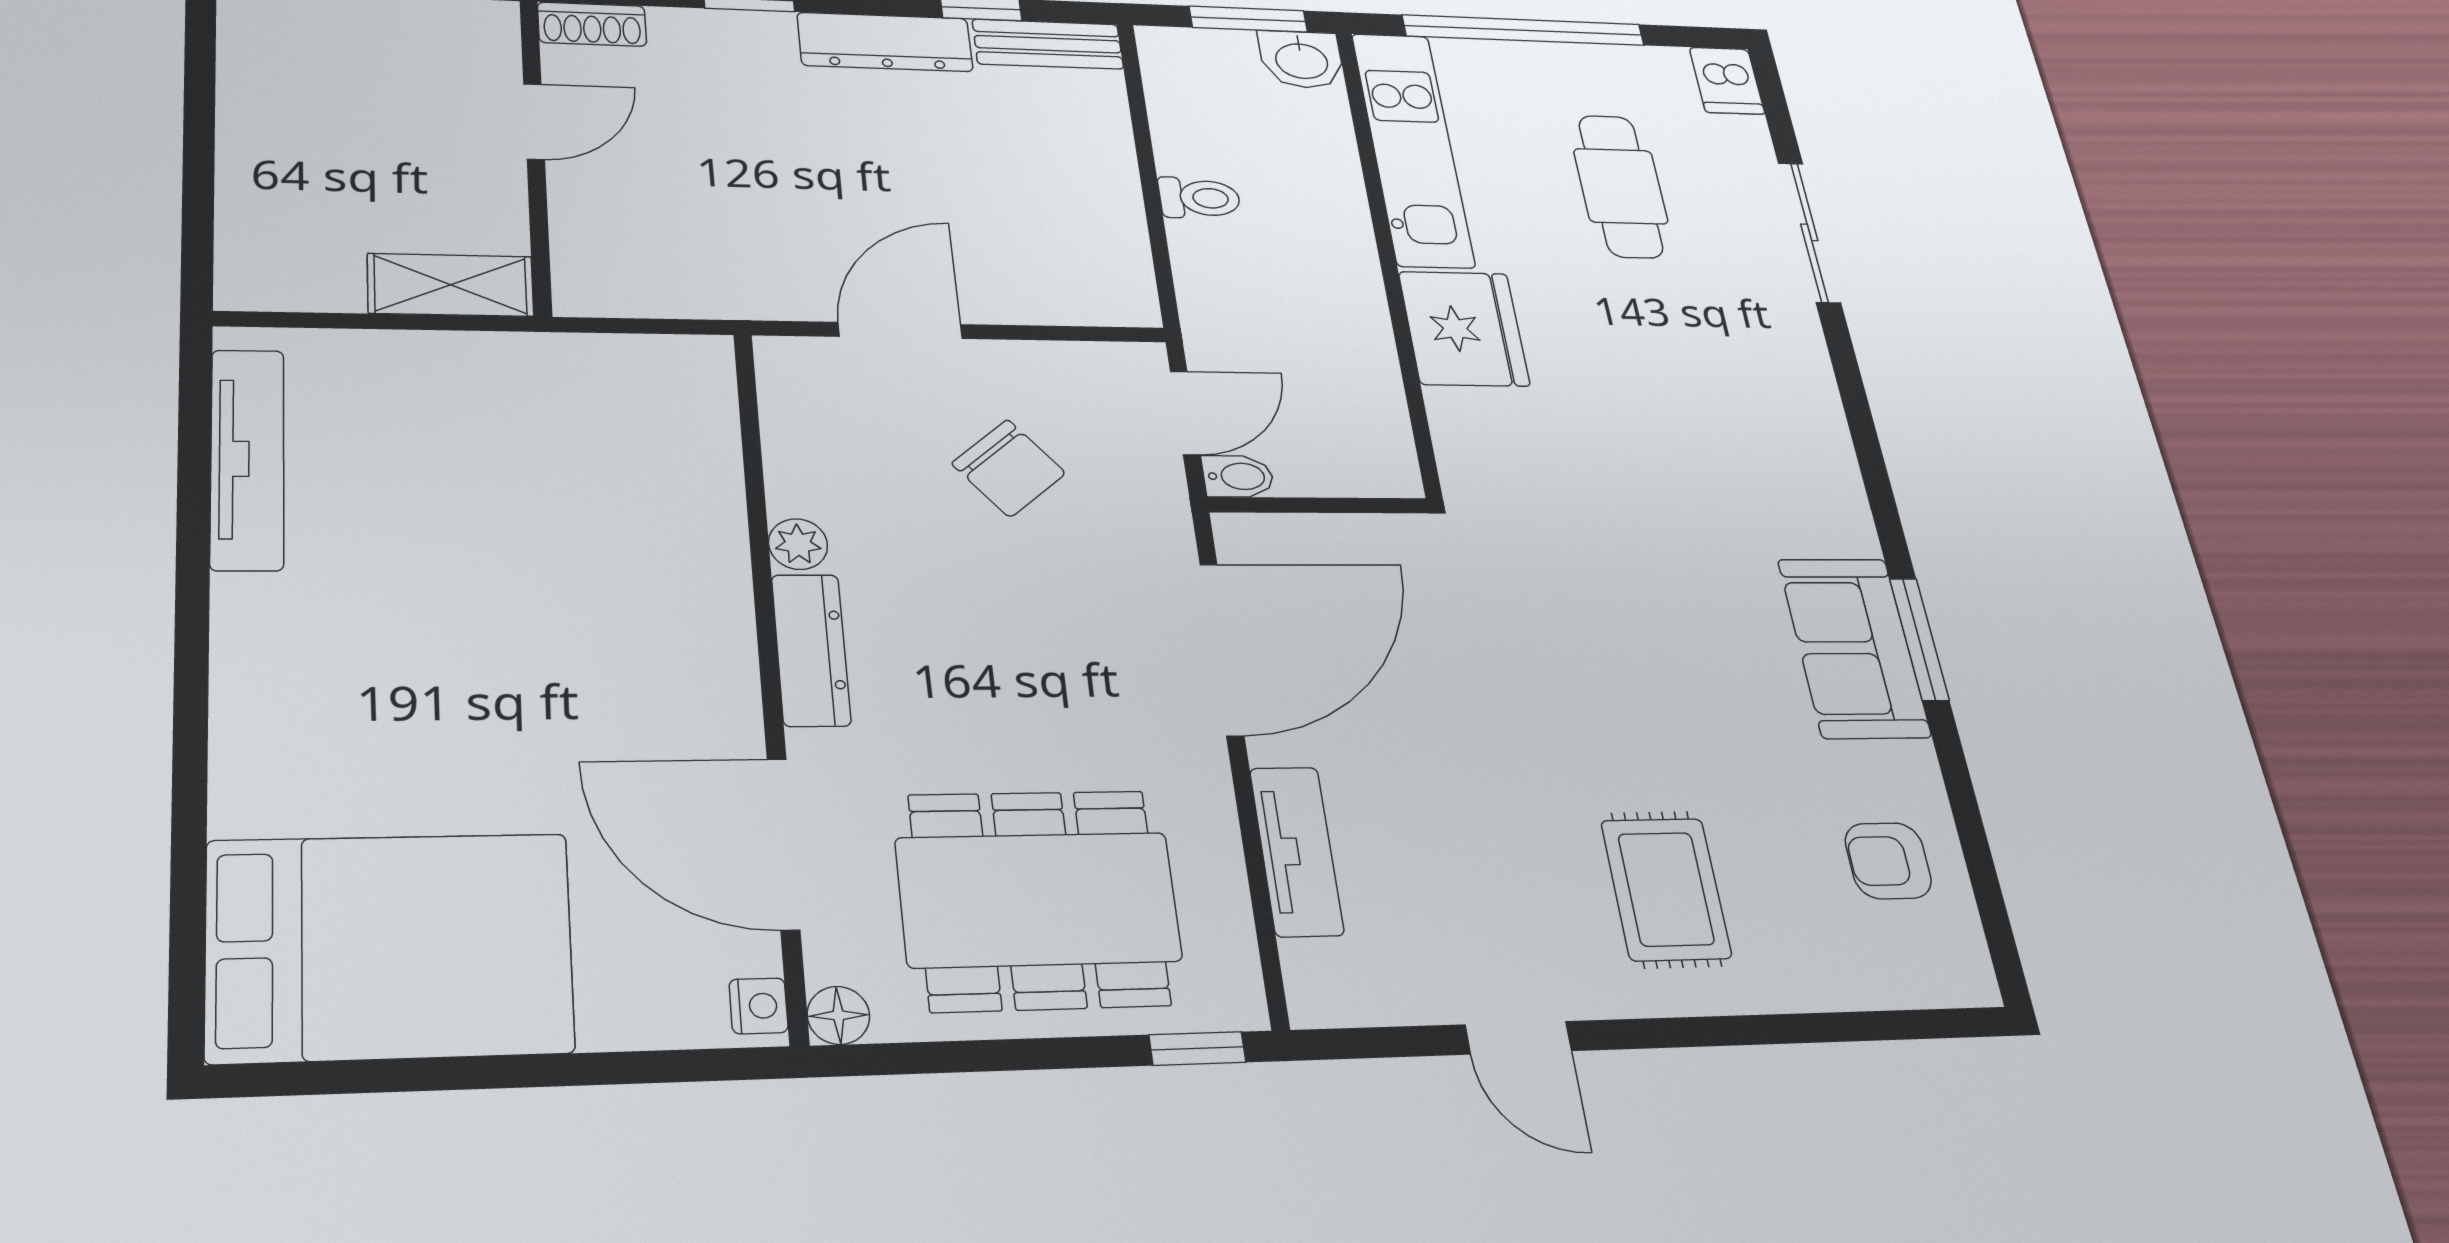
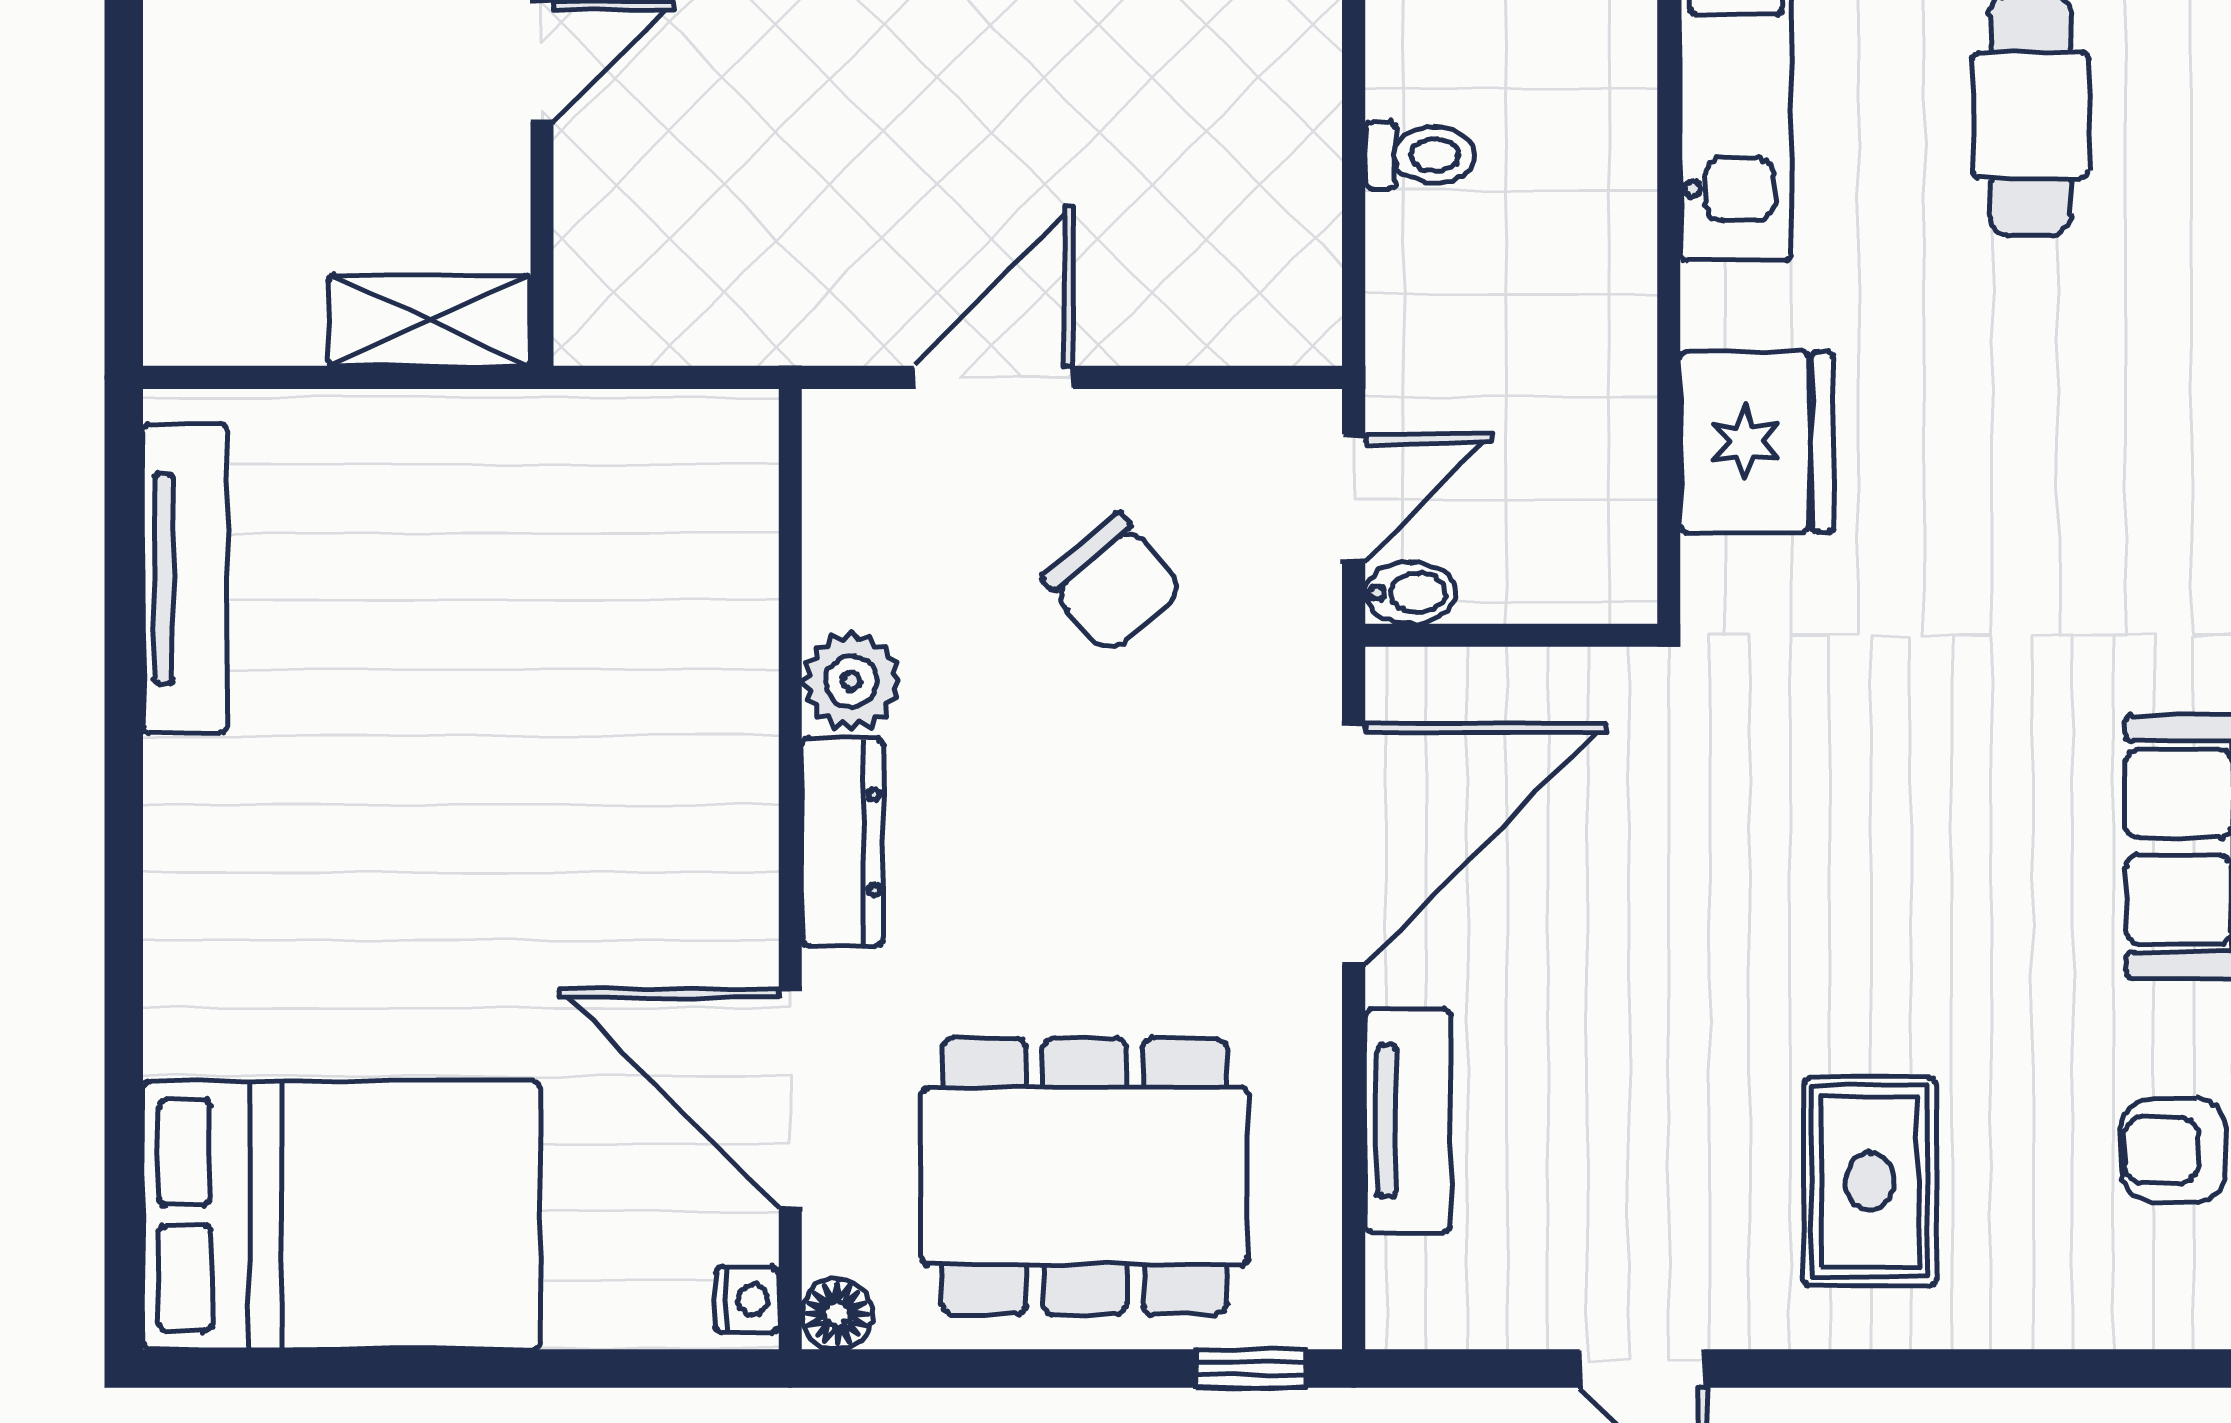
fridge: (1464, 329) -> (1757, 442), moved
plant: (798, 544) -> (851, 681), width x1.38, depth x1.38

